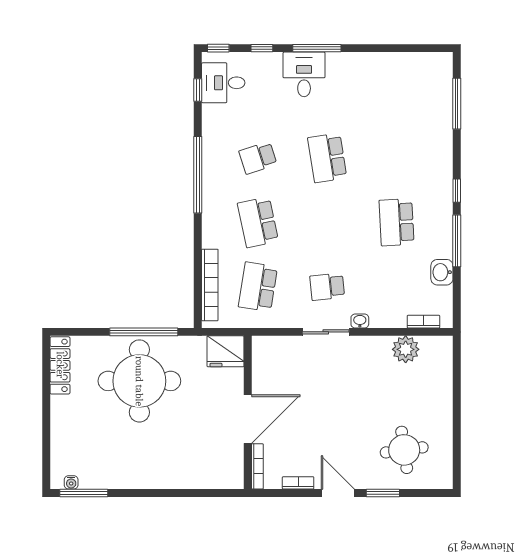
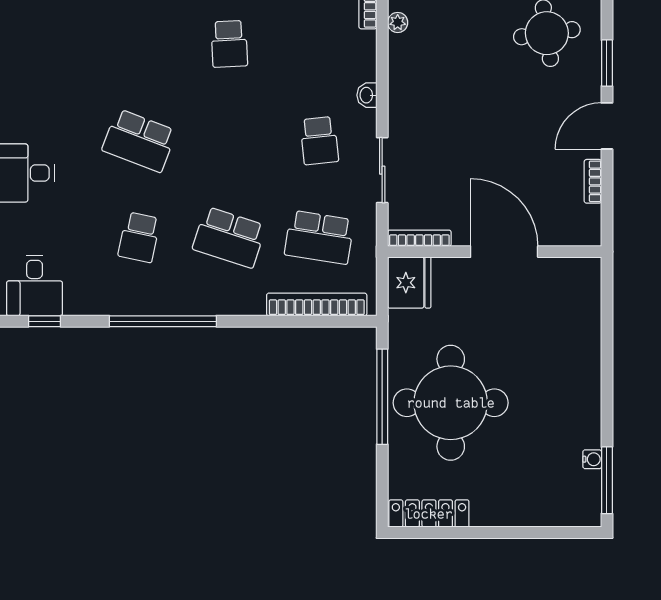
school desk: (258, 158) -> (139, 237), turned 30
school desk: (327, 158) -> (139, 141), turned 30
school desk: (258, 222) -> (229, 237), turned 30
school desk: (397, 222) -> (229, 44), width x0.54
sliding door: (326, 332) -> (382, 170), moved
plant: (406, 349) -> (398, 22), width x0.53, depth x0.53
bookcase: (257, 466) -> (419, 238), moved
water cooler: (71, 482) -> (592, 459), moved

